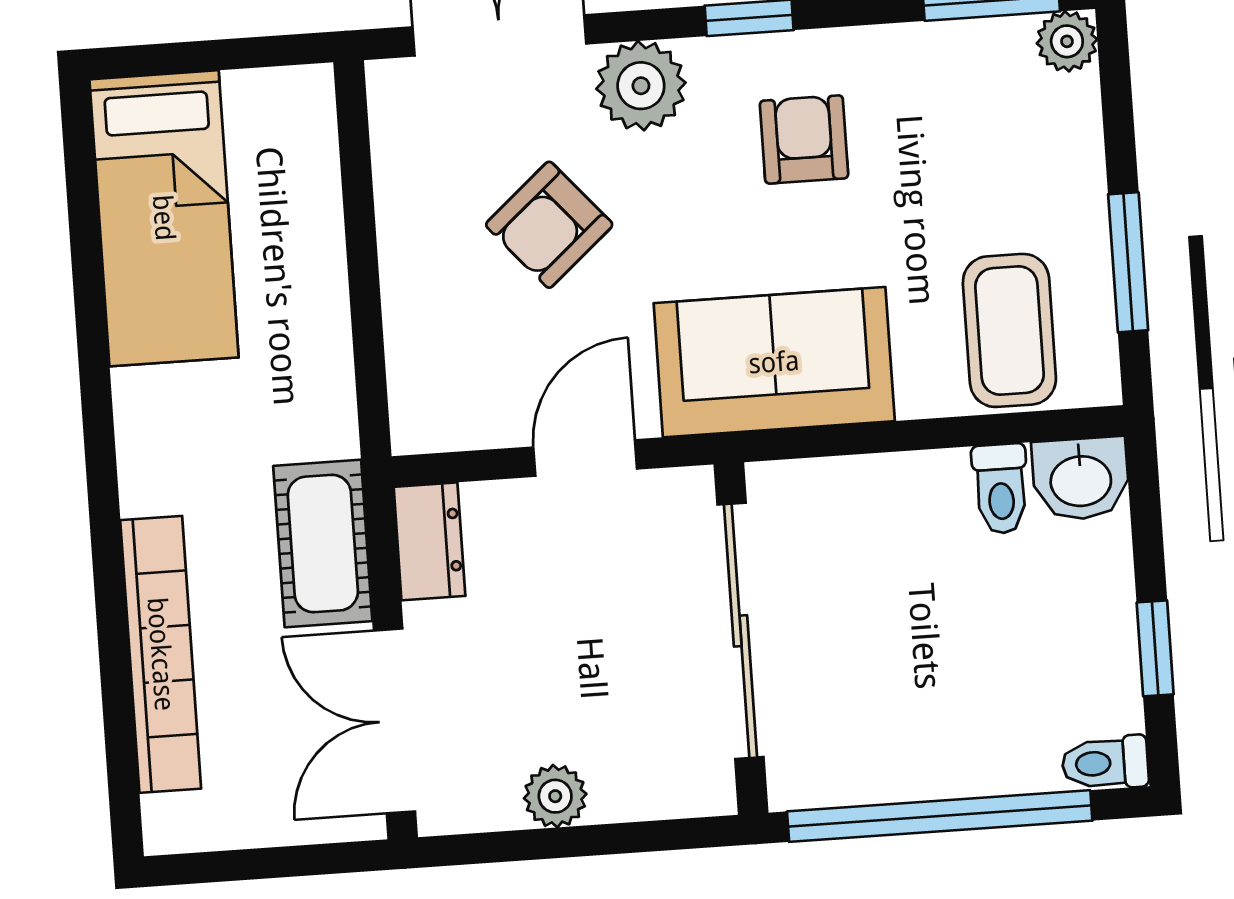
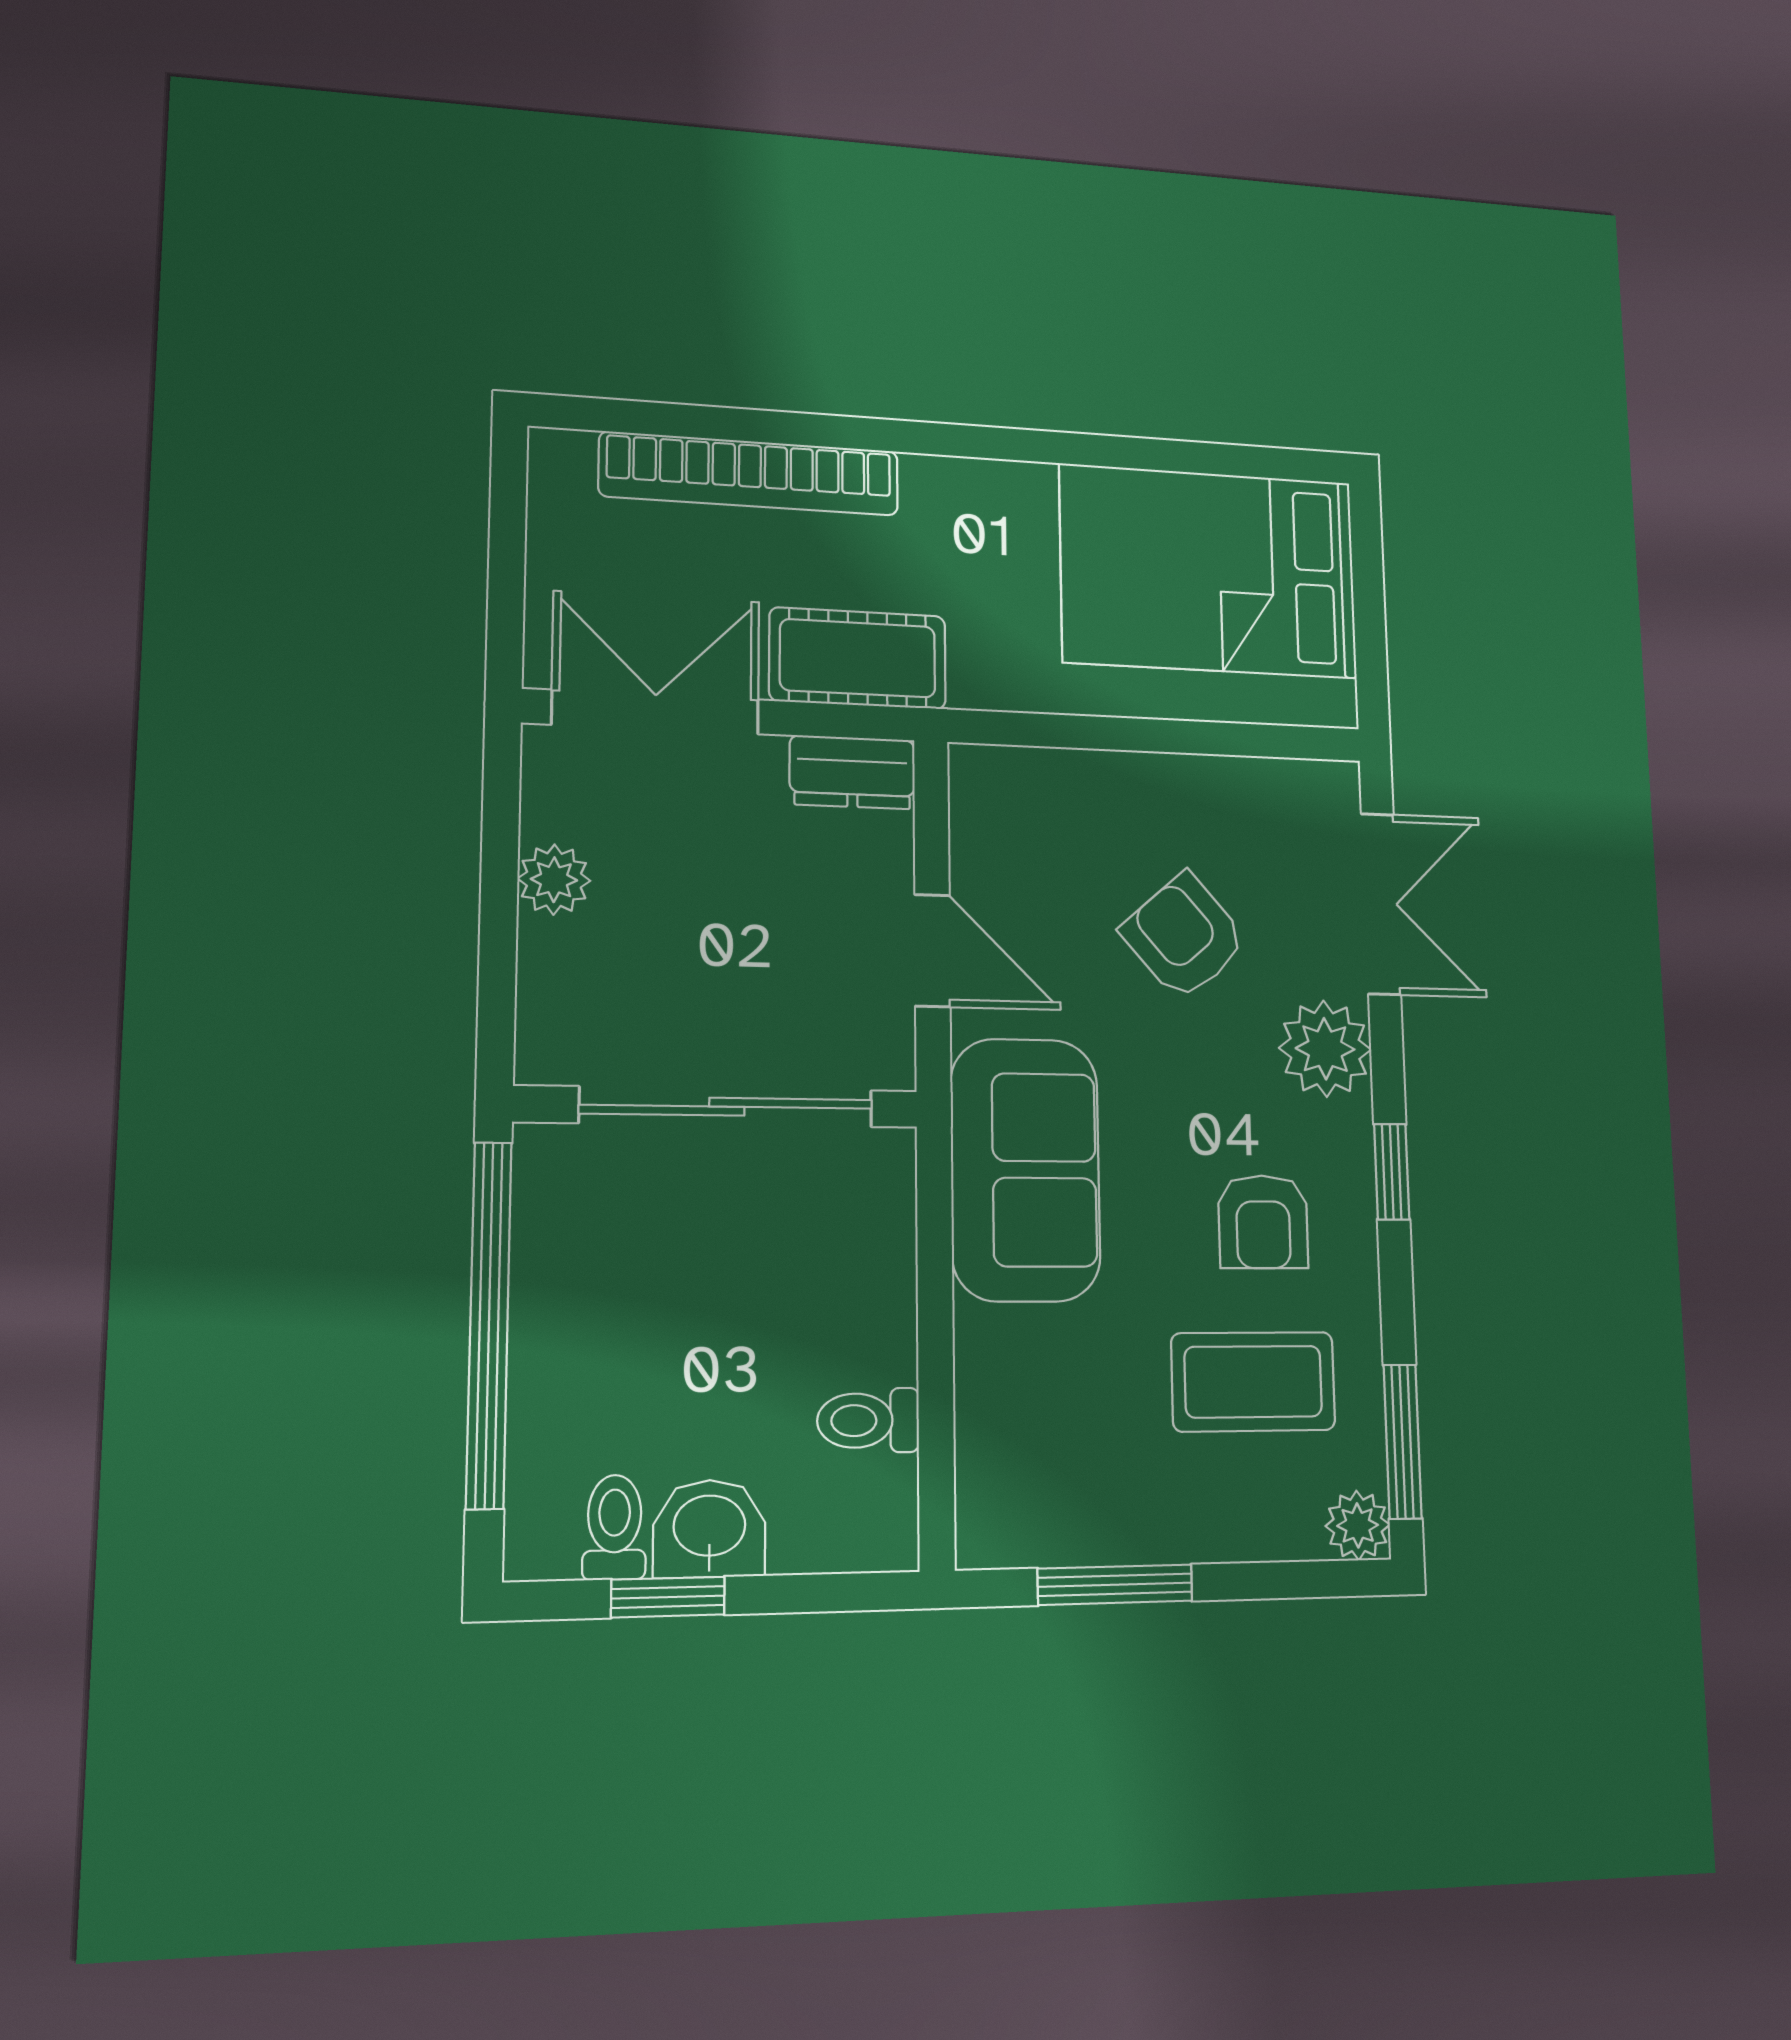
armchair: (804, 139) -> (1263, 1222), turned 90
bed: (164, 218) -> (1209, 571), width x1.50
coffee table: (1009, 330) -> (1253, 1382), moved
washbasin: (1081, 479) -> (709, 1528), moved, turned 90
toilet: (1105, 763) -> (614, 1527), moved

